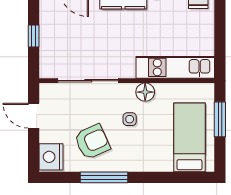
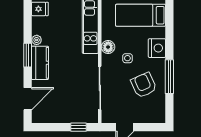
window: (34, 36) -> (78, 127), moved
nightstand: (51, 157) -> (157, 48), moved, turned -90

